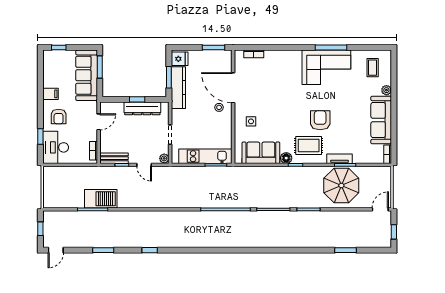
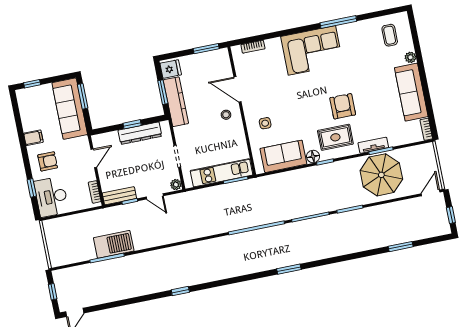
corner sofa: (326, 67) -> (312, 50), moved
door: (233, 88) -> (237, 89), width x0.73
armchair: (59, 117) -> (48, 161), turned -90
window: (103, 250) -> (289, 269), moved

